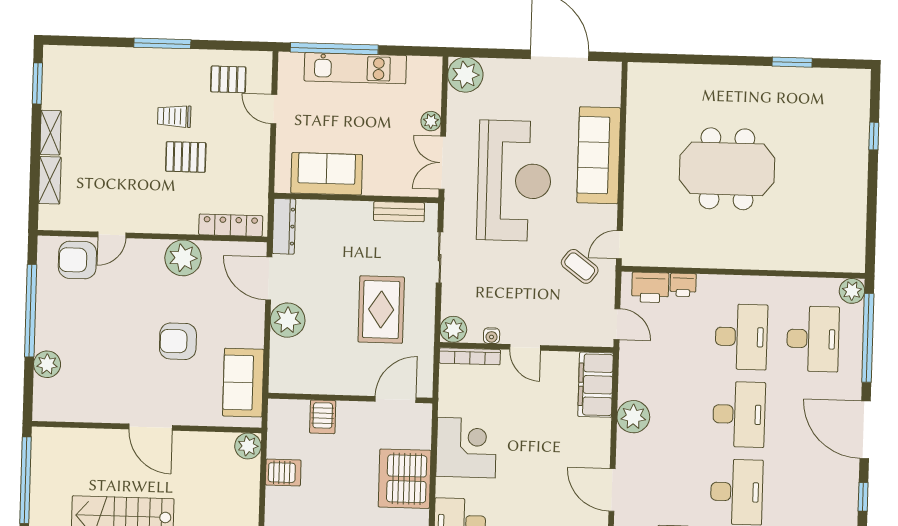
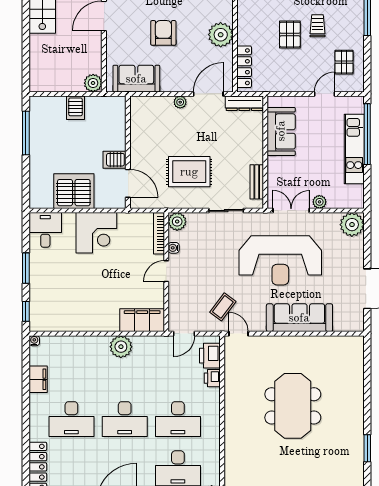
plant: (288, 320) -> (180, 102), width x0.53, depth x0.53
server rack: (323, 417) -> (115, 160), moved
door: (612, 490) -> (70, 334), removed

